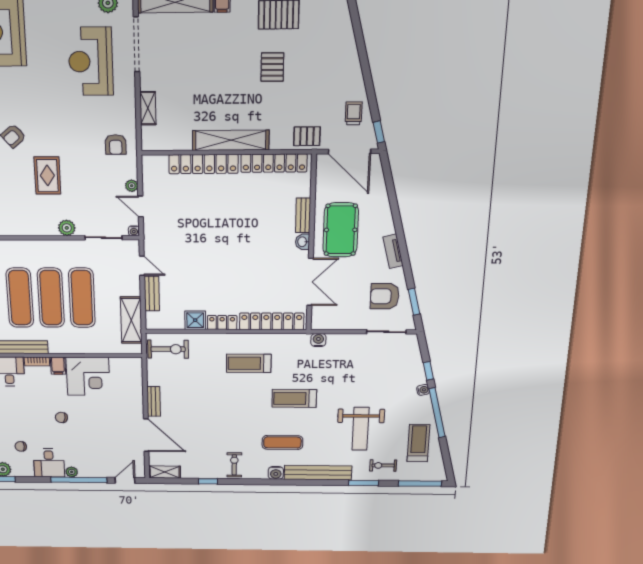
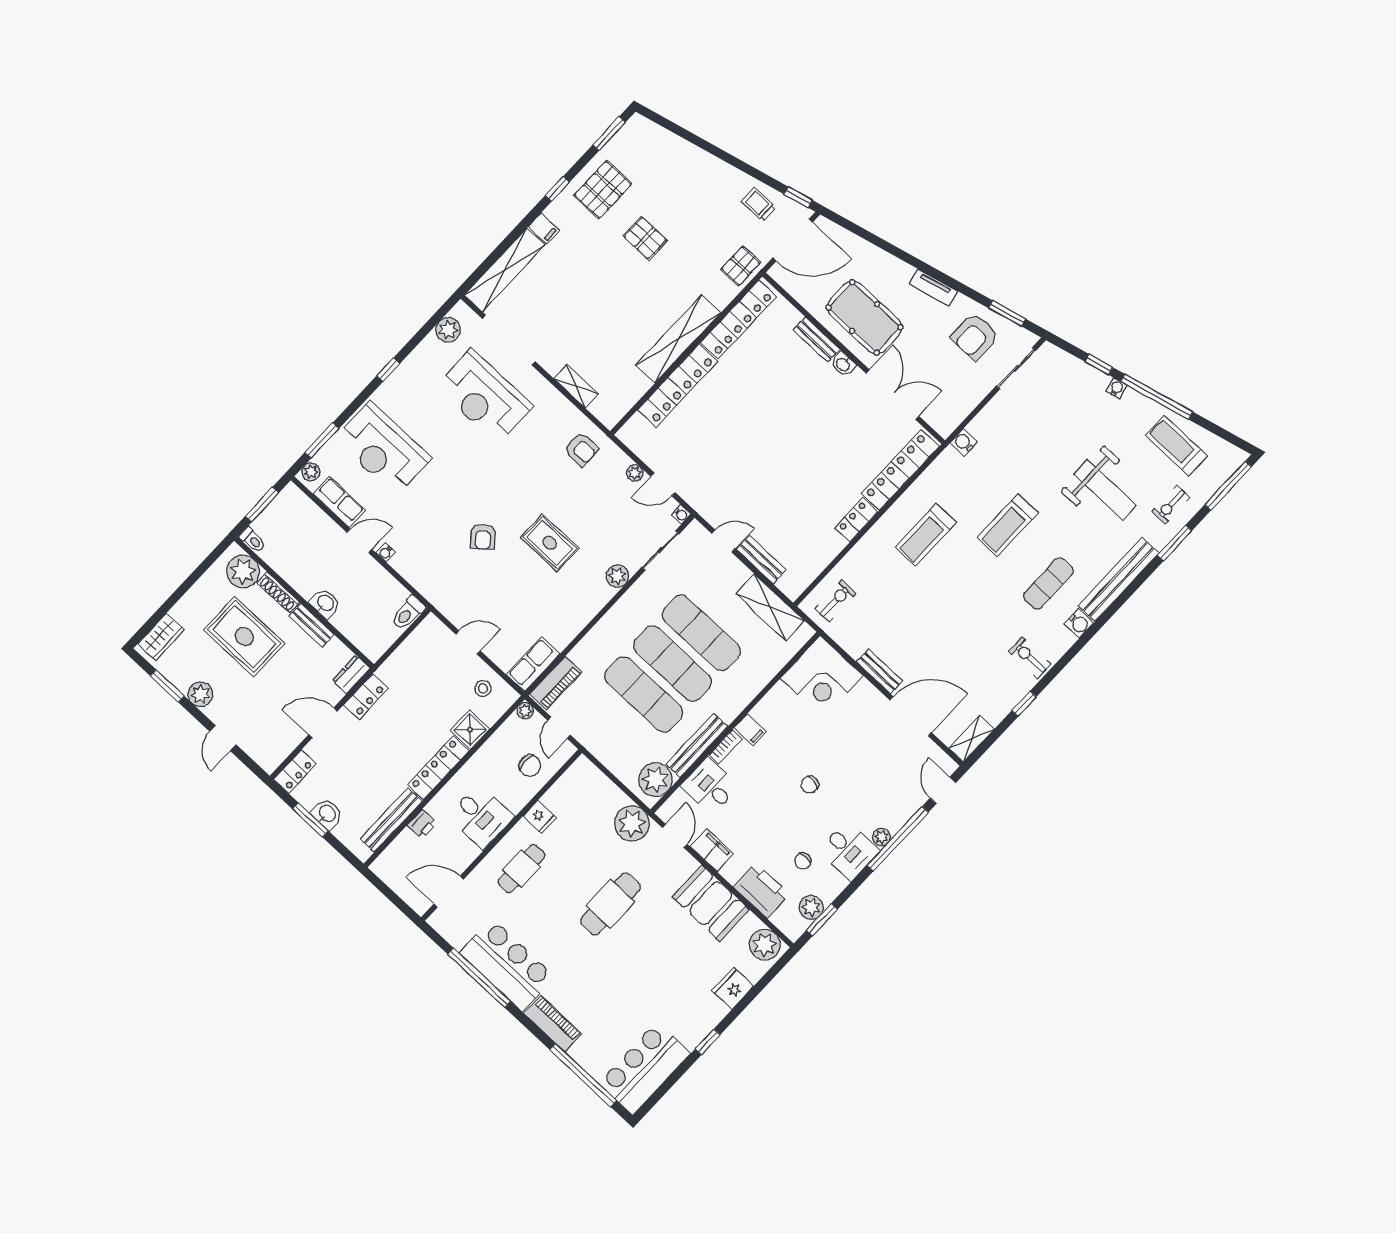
shower: (195, 320) -> (829, 544), removed
exercise bike: (168, 349) -> (835, 601), width x0.73, depth x0.72
corner desk: (88, 376) -> (822, 677), moved, turned 90

